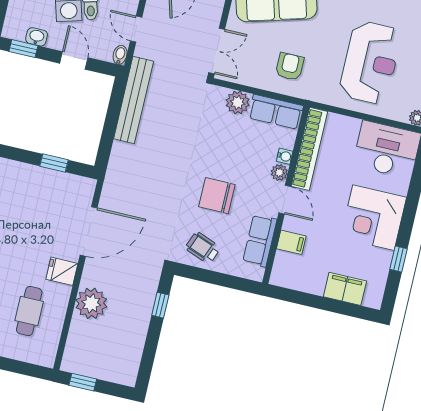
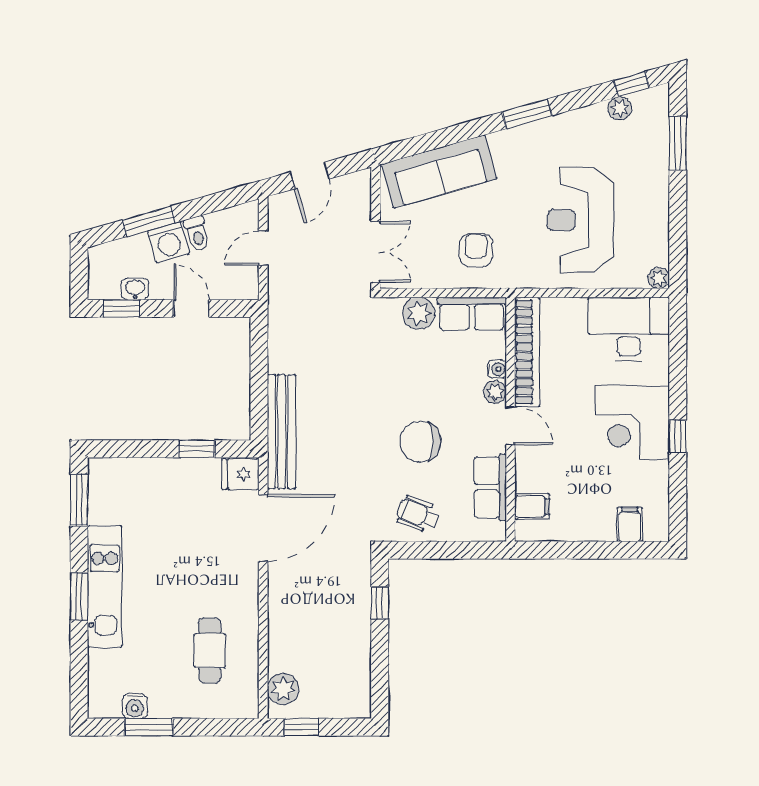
door: (136, 29) -> (263, 248), hinge flipped
bidet: (120, 55) -> (250, 287), removed
reception desk: (370, 63) -> (580, 220), turned 180
bench: (134, 100) -> (282, 432), moved
filing cabinet: (291, 242) -> (532, 506), moved
window: (398, 259) -> (678, 436), moved
fridge: (62, 271) -> (240, 474), moved
filing cabinet: (345, 289) -> (630, 524), width x0.50
plant: (91, 303) -> (283, 689), moved, width x0.73, depth x0.73

